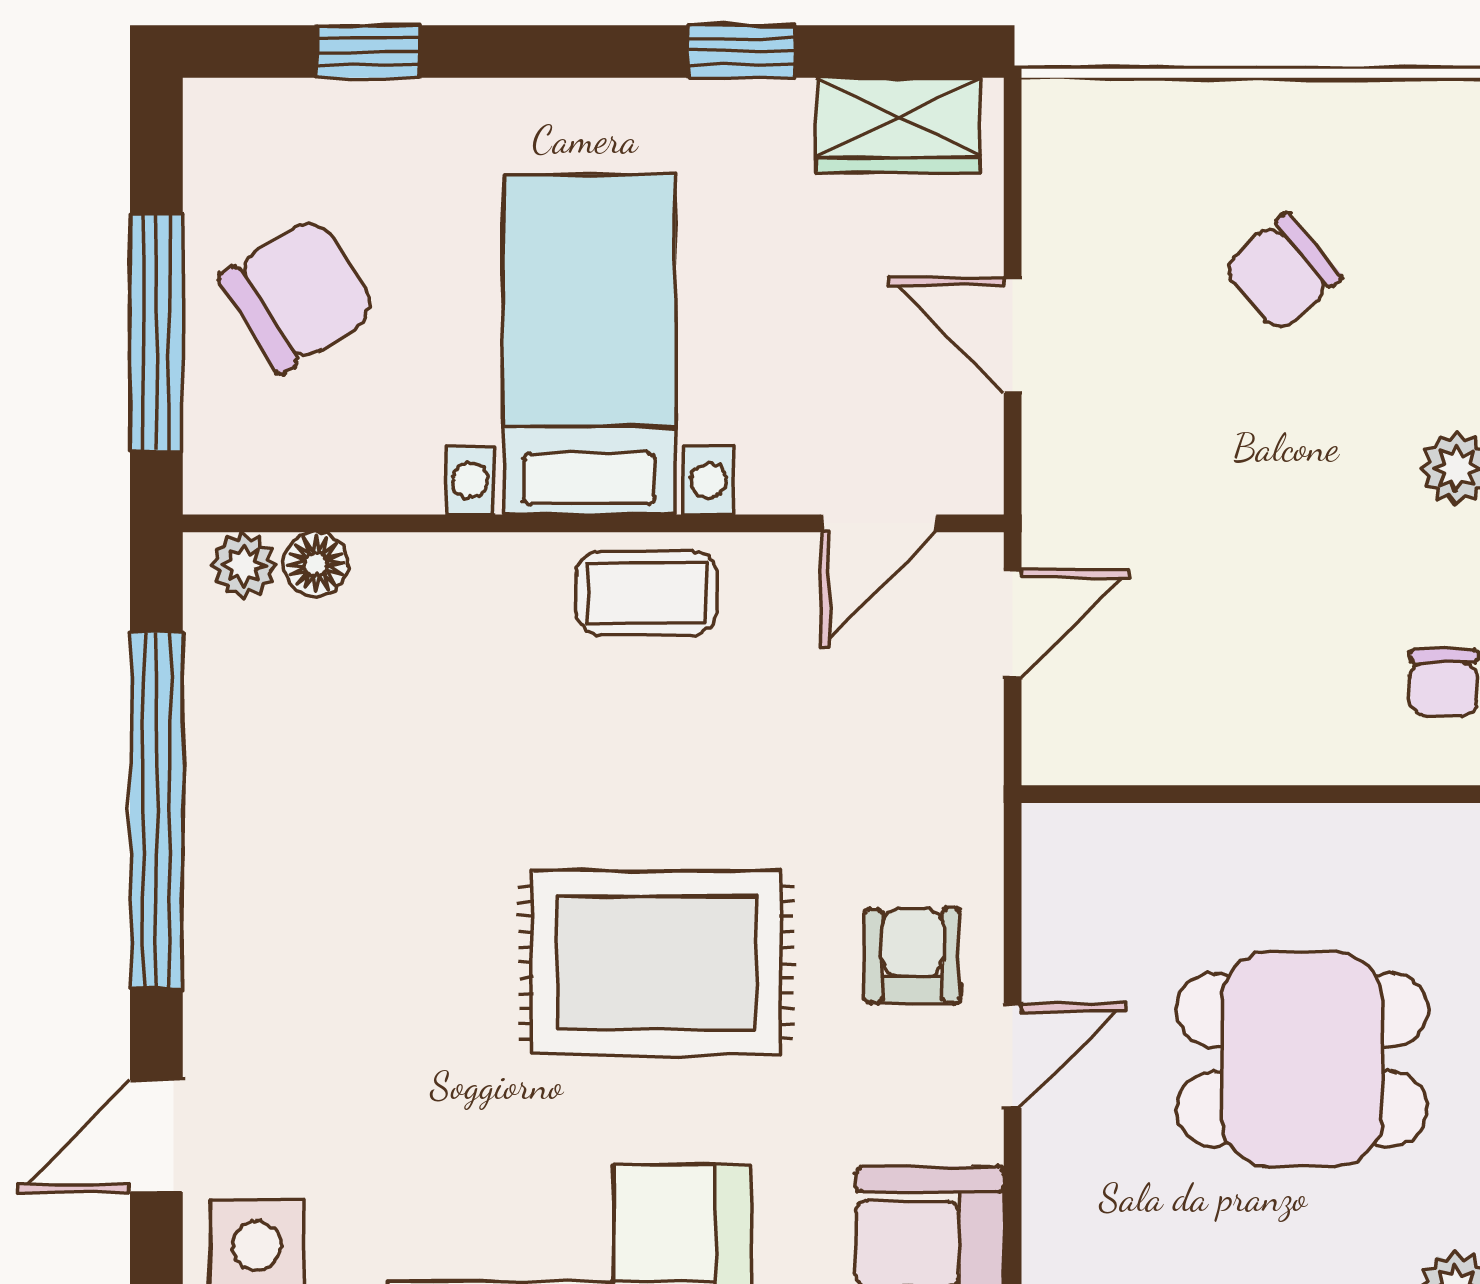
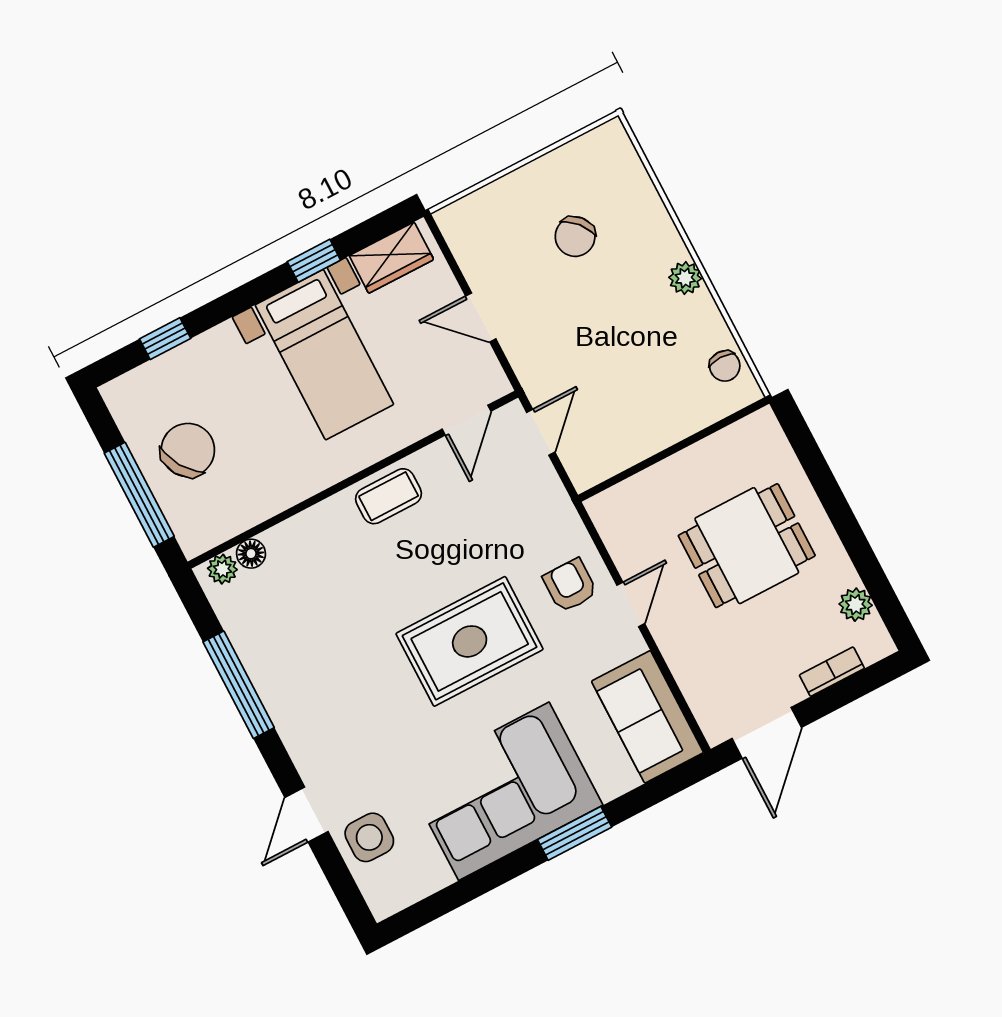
bed with nightstands: (589, 345) -> (324, 355), moved, turned 180
window: (156, 810) -> (239, 685), width x0.68

